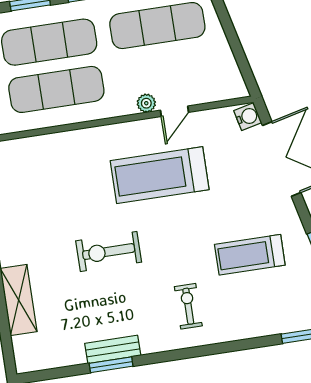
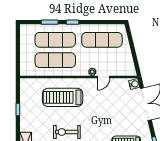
treadmill: (160, 175) -> (63, 97), moved

